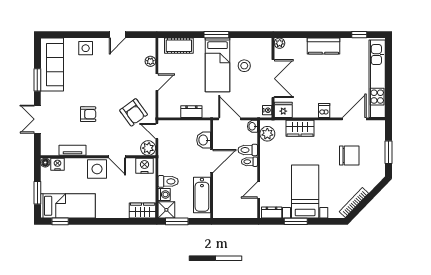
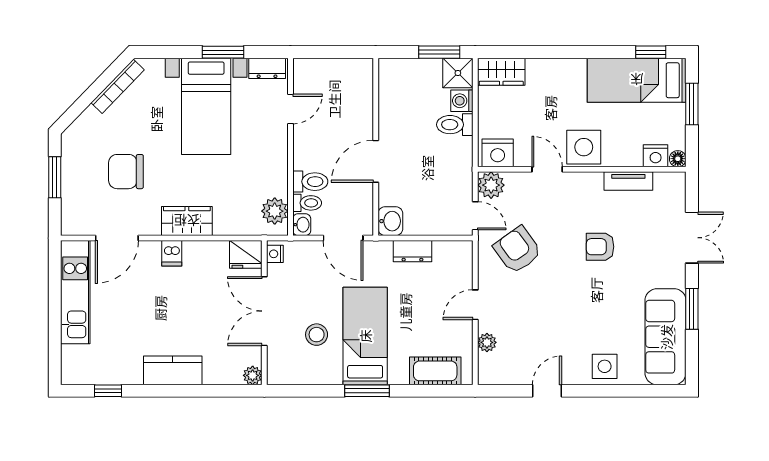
kitchen unit: (377, 79) -> (75, 292), width x0.73
wardrobe: (300, 128) -> (187, 221), moved
washbasin: (204, 140) -> (390, 221), moved
toilet: (249, 162) -> (307, 203), moved
bathtub: (202, 195) -> (393, 100), removed

